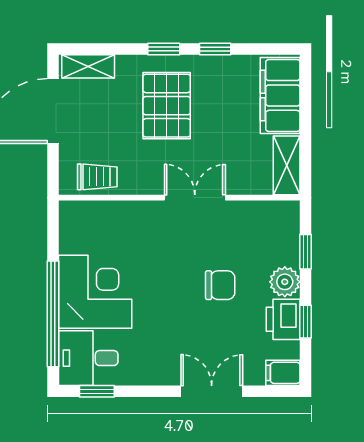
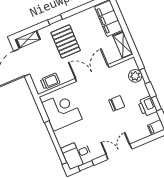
window: (215, 49) -> (75, 11), removed
double door: (195, 198) -> (92, 73), width x1.37
plant: (285, 282) -> (135, 76), moved
corner desk: (95, 292) -> (62, 111), moved
double door: (212, 391) -> (119, 152), moved

